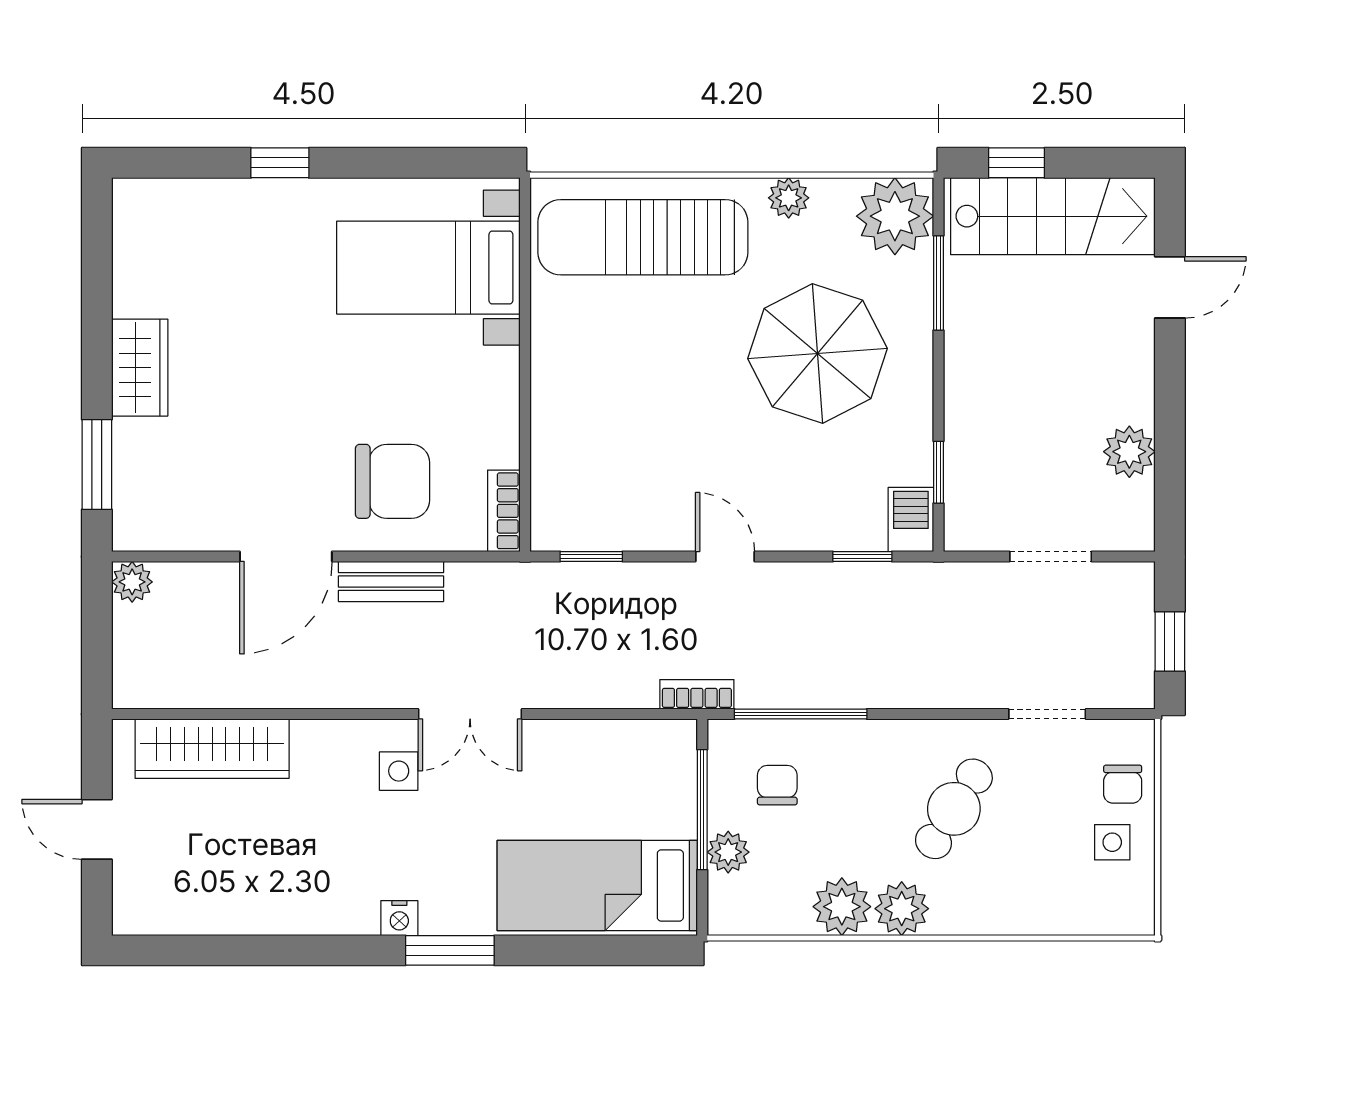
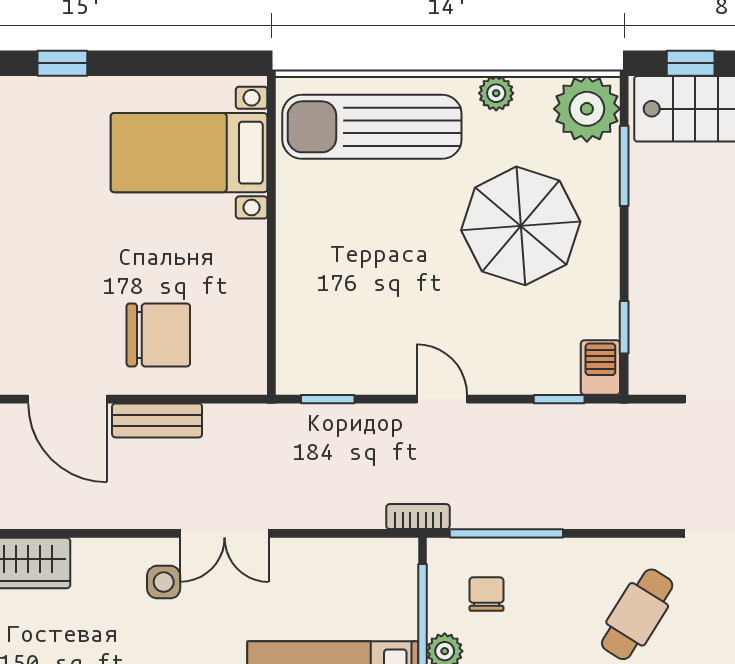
bookcase: (504, 511) -> (253, 360), removed
door: (286, 557) -> (67, 399), hinge flipped

